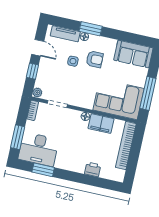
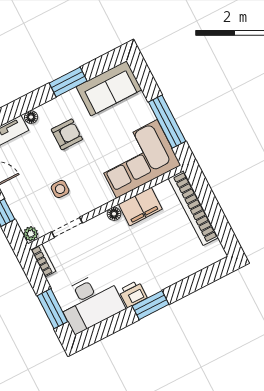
window: (91, 29) -> (68, 82), moved
side table: (73, 61) -> (60, 189), moved
printer: (93, 169) -> (133, 294), moved
window: (43, 170) -> (151, 305), moved

